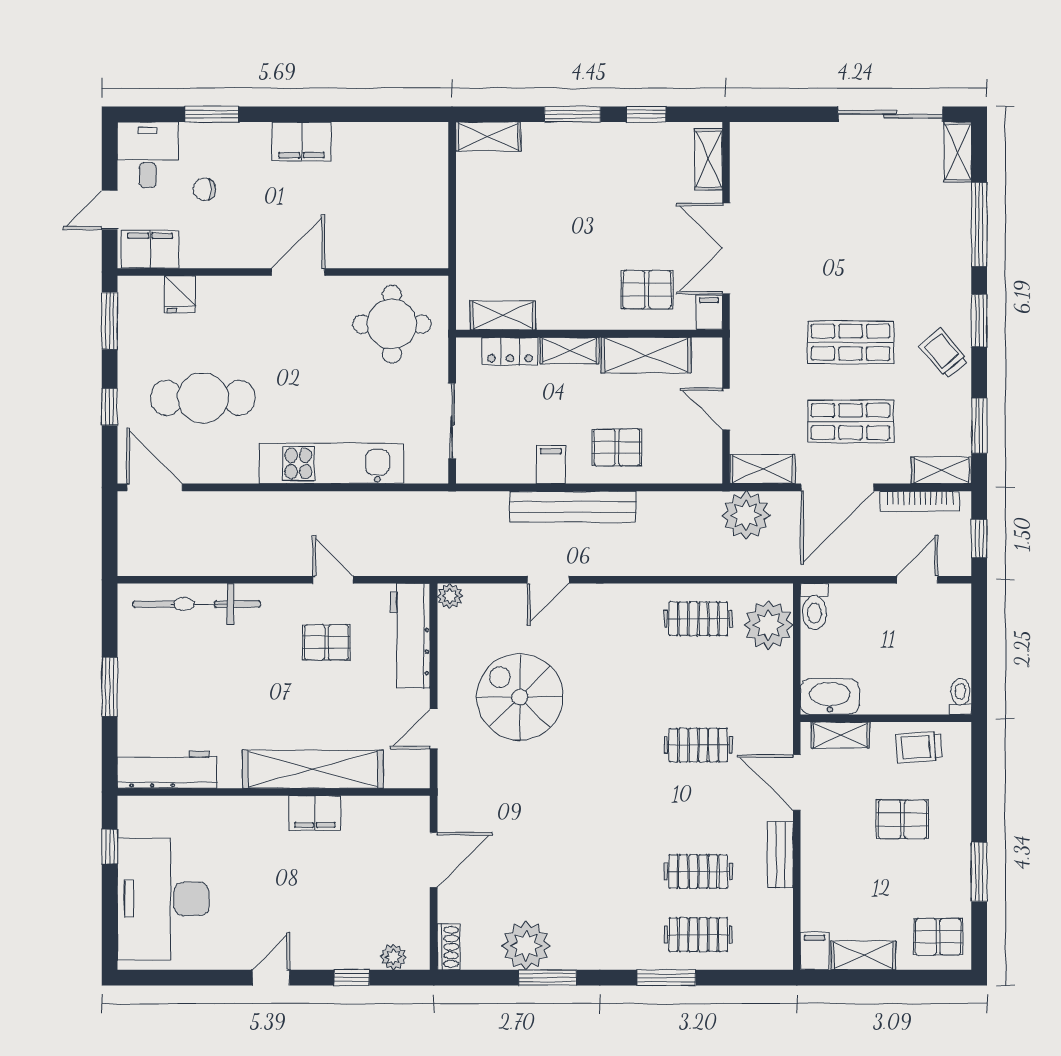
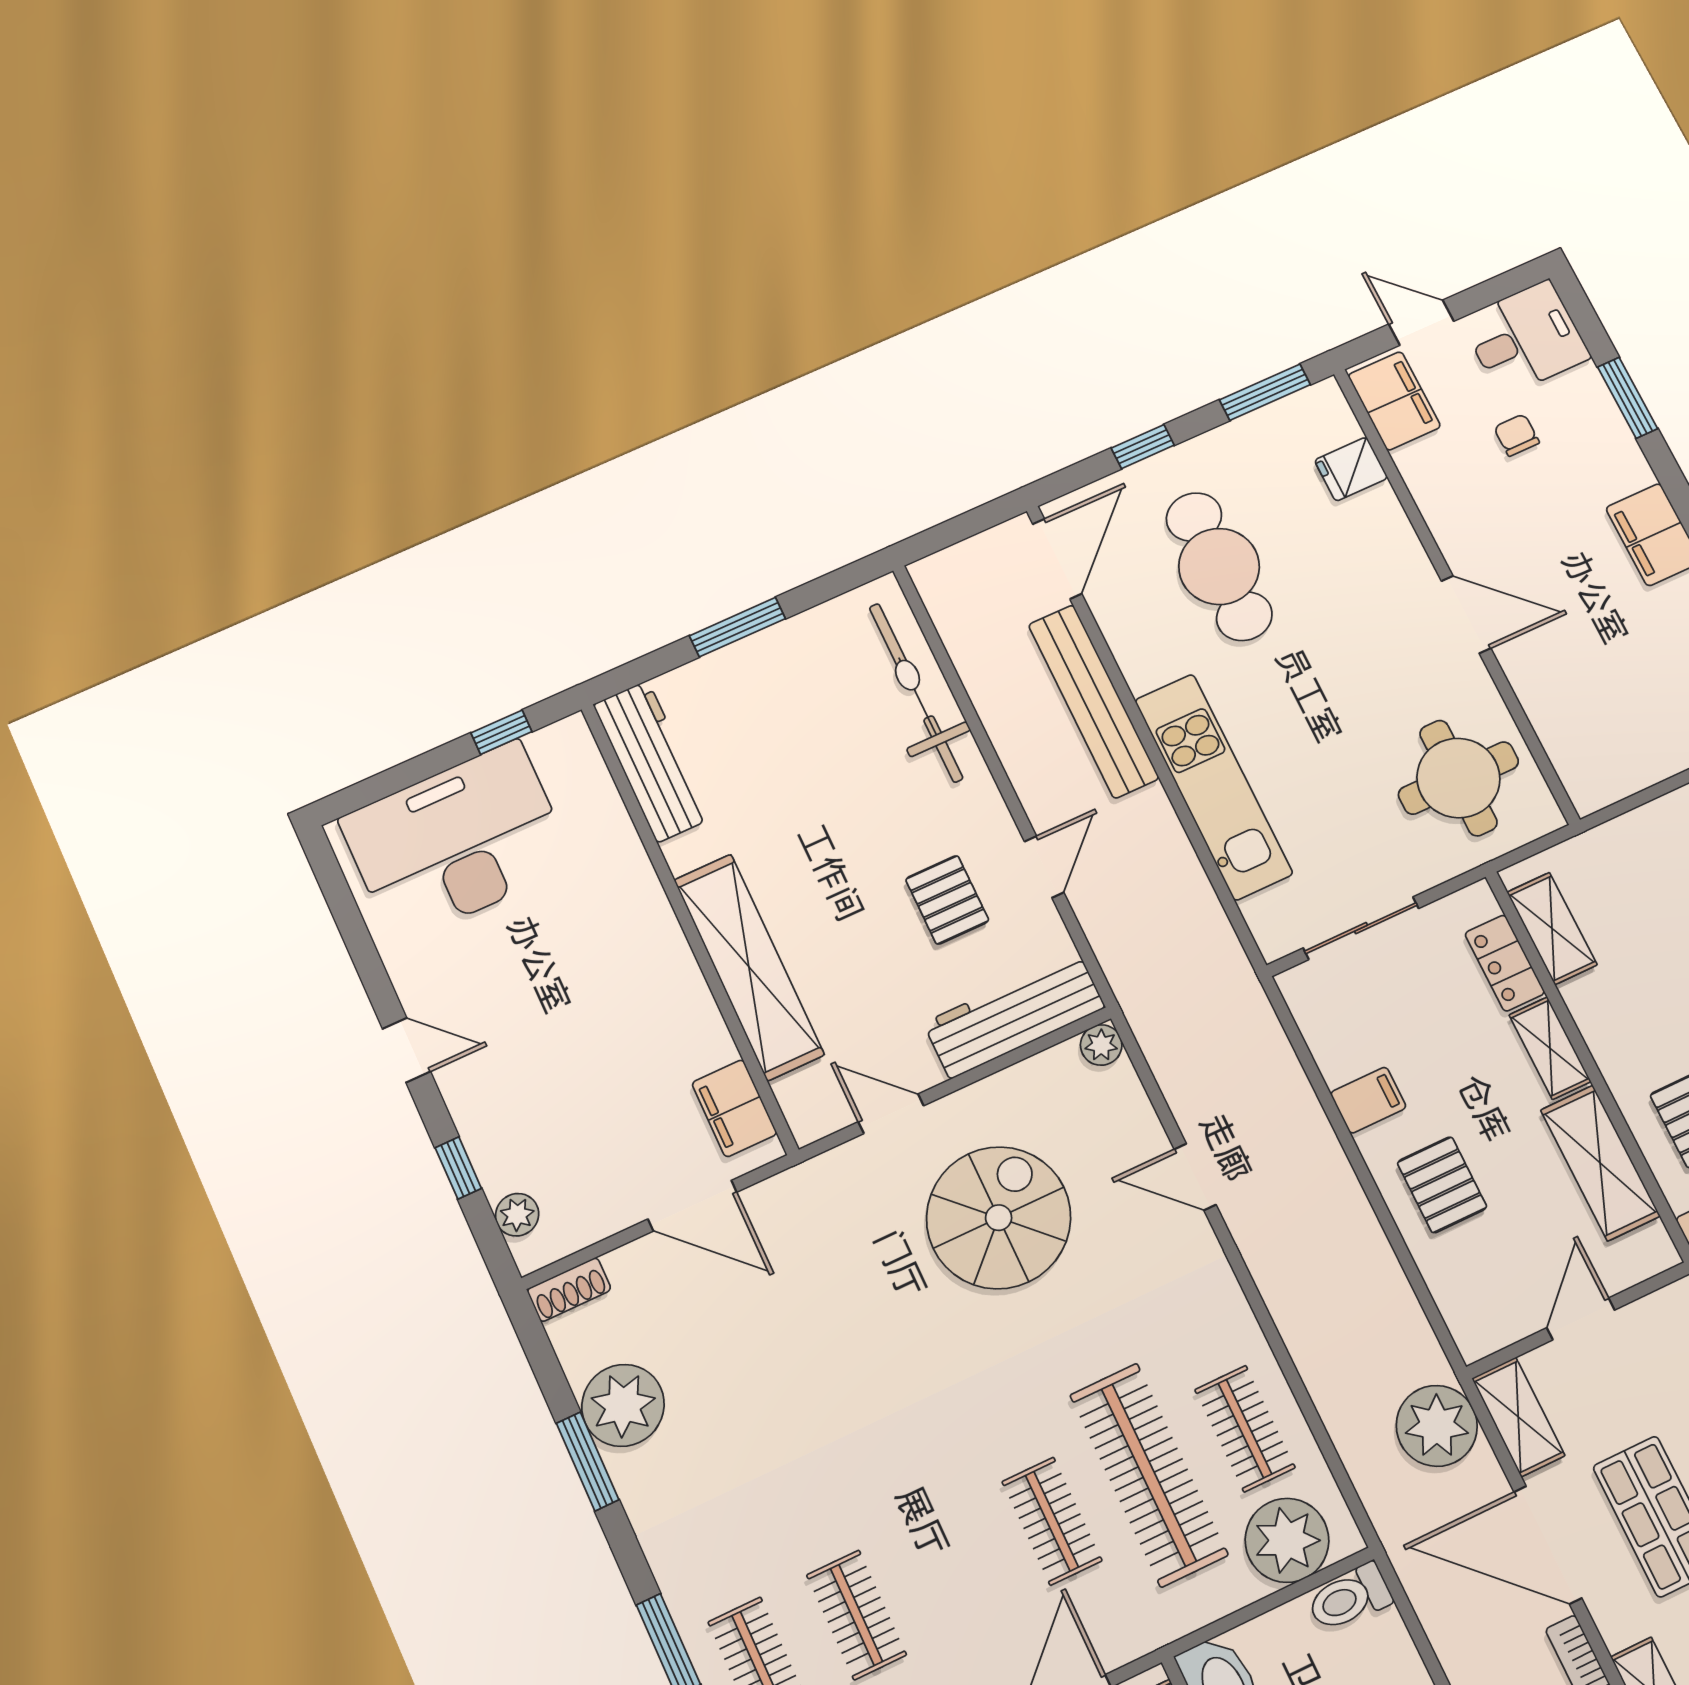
bench: (573, 507) -> (1094, 701), moved
clothes rail: (698, 682) -> (1149, 1475), added
filing cabinet: (315, 813) -> (734, 1108), moved

